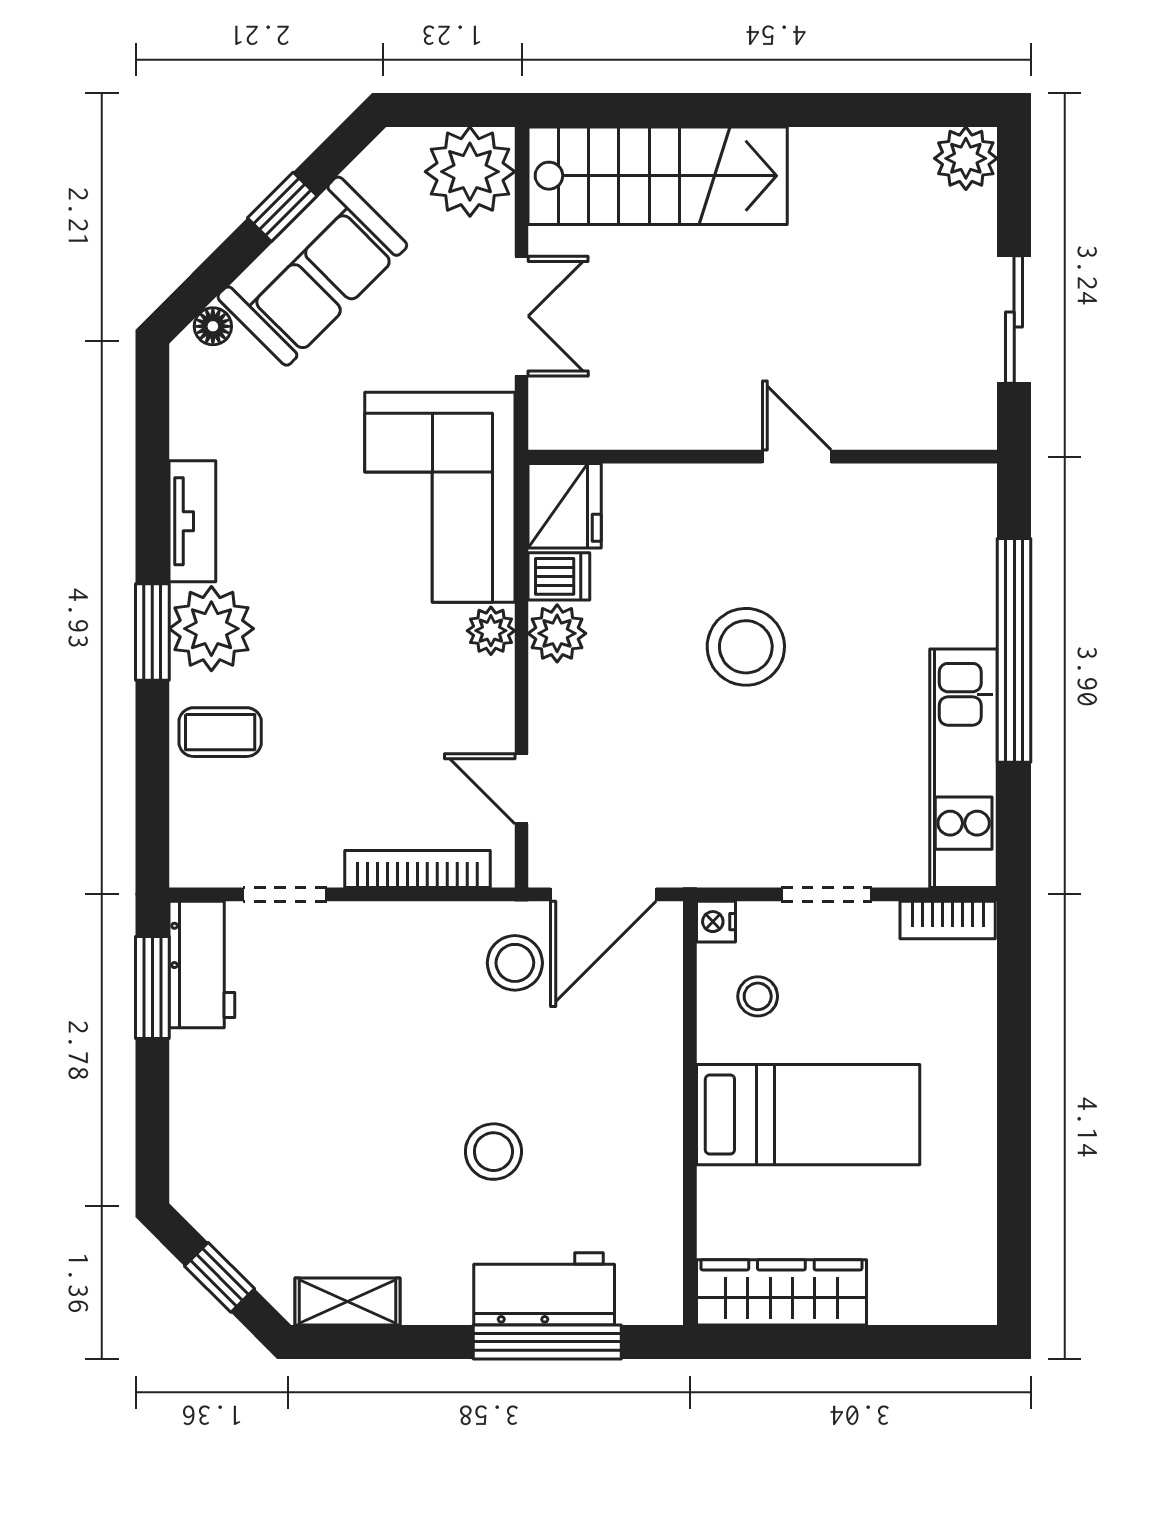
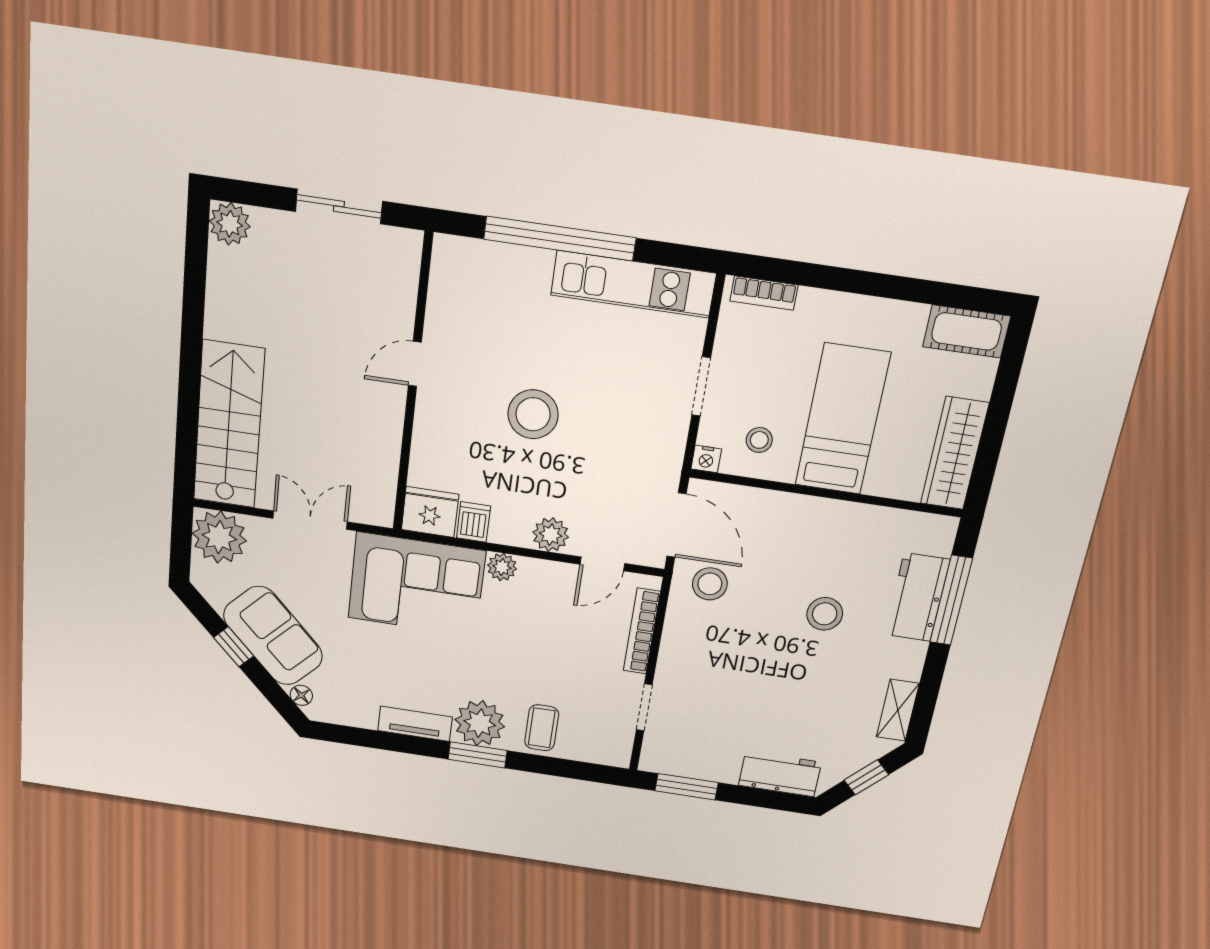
plant: (557, 633) -> (551, 535), moved
bookcase: (948, 920) -> (764, 293), moved, turned 90
workbench: (202, 964) -> (780, 774), moved
cot: (966, 1267) -> (966, 331), added

